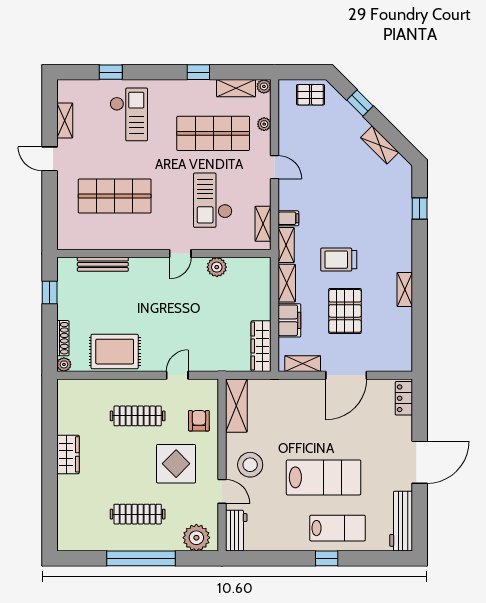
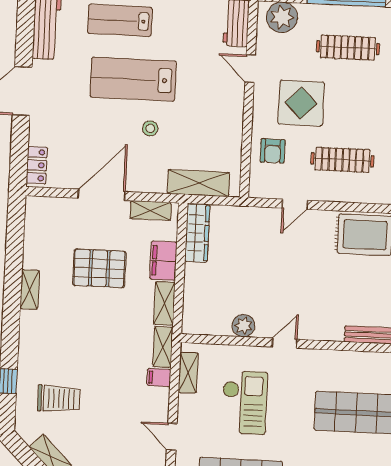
trolley: (339, 260) -> (59, 399), moved
pallet: (345, 311) -> (99, 268), turned 90
shelving: (236, 406) -> (198, 183), moved, turned 90
stool: (250, 465) -> (150, 128), moved, width x0.53, depth x0.53

